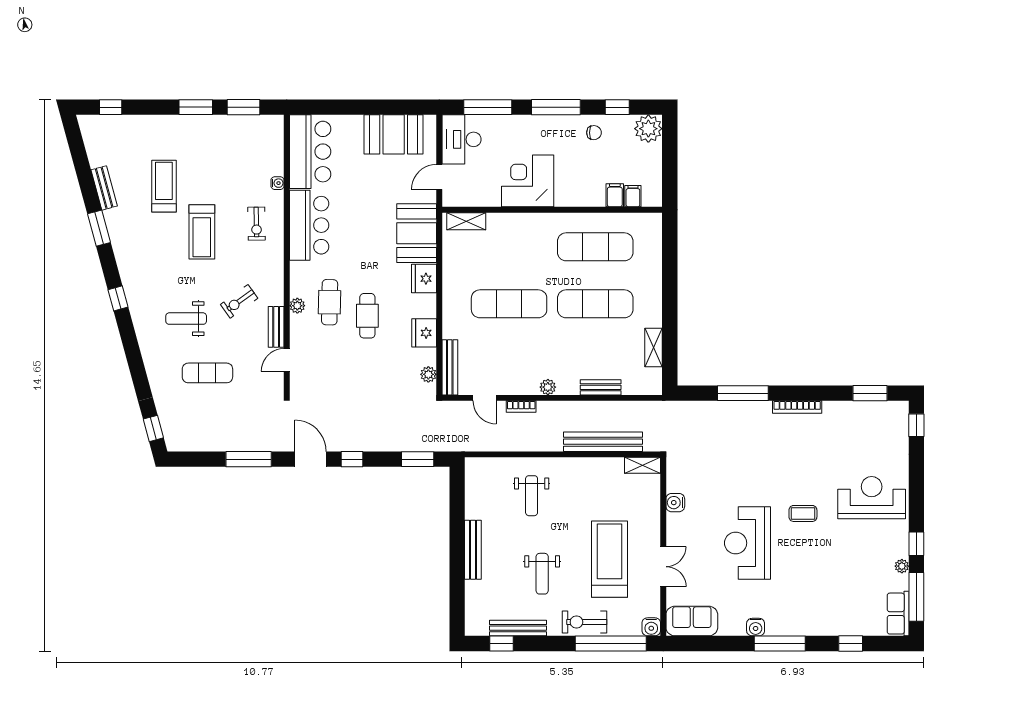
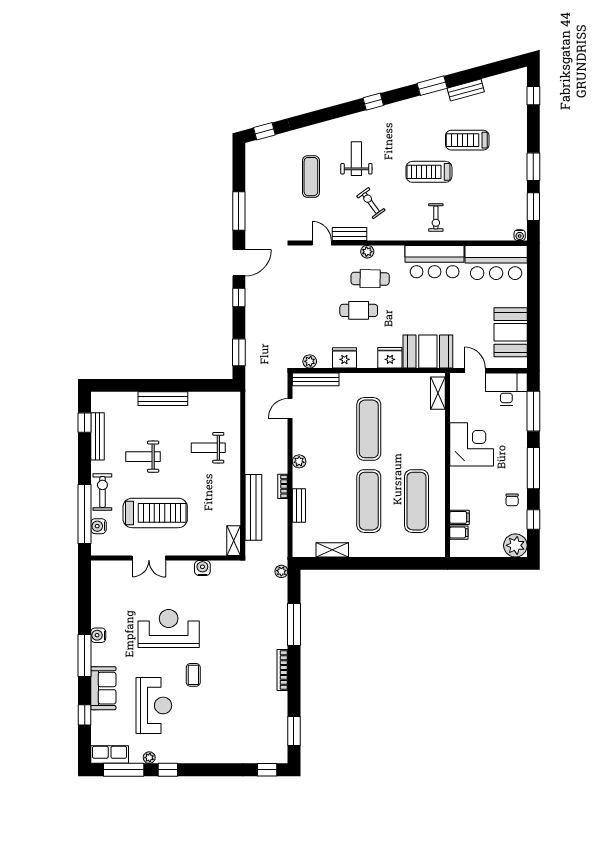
water cooler: (277, 183) -> (520, 235), moved
treadmill: (164, 186) -> (467, 140), turned 180
exercise bike: (256, 224) -> (436, 218), turned -89
bookcase: (521, 407) -> (283, 486), moved
plant: (679, 408) -> (281, 571), added
reception desk: (872, 498) -> (154, 705), moved
sofa: (692, 621) -> (103, 688), moved
water cooler: (651, 627) -> (98, 526), moved

